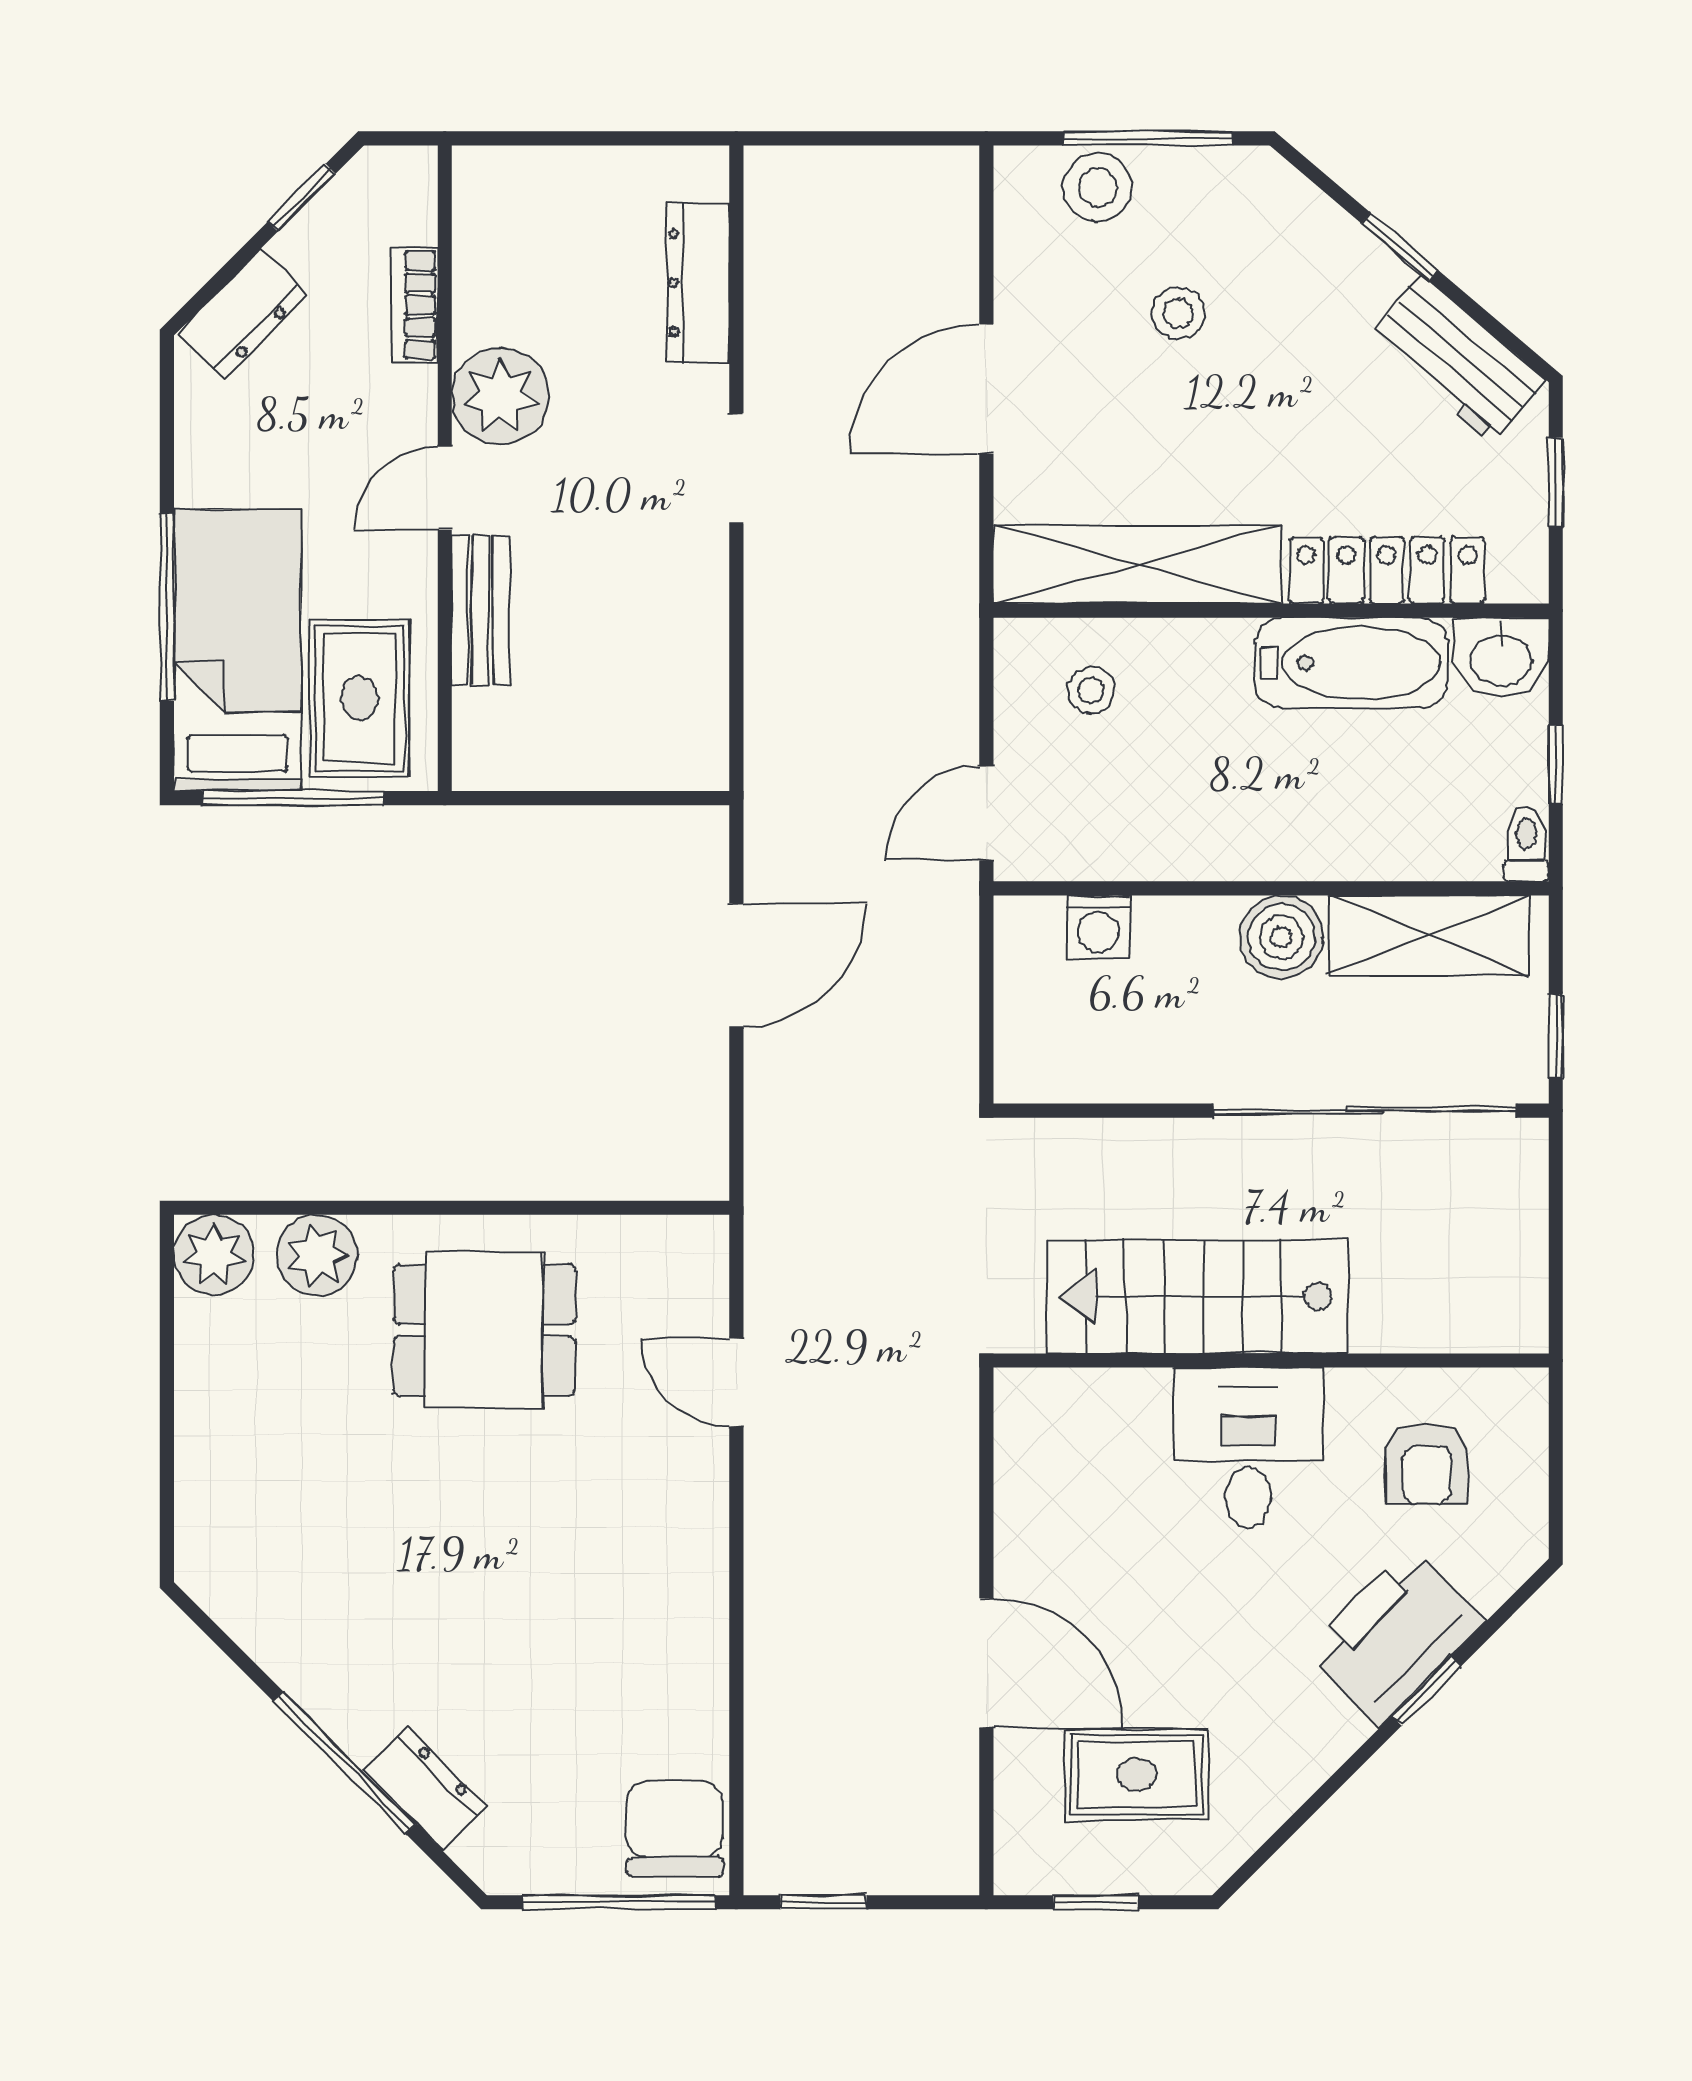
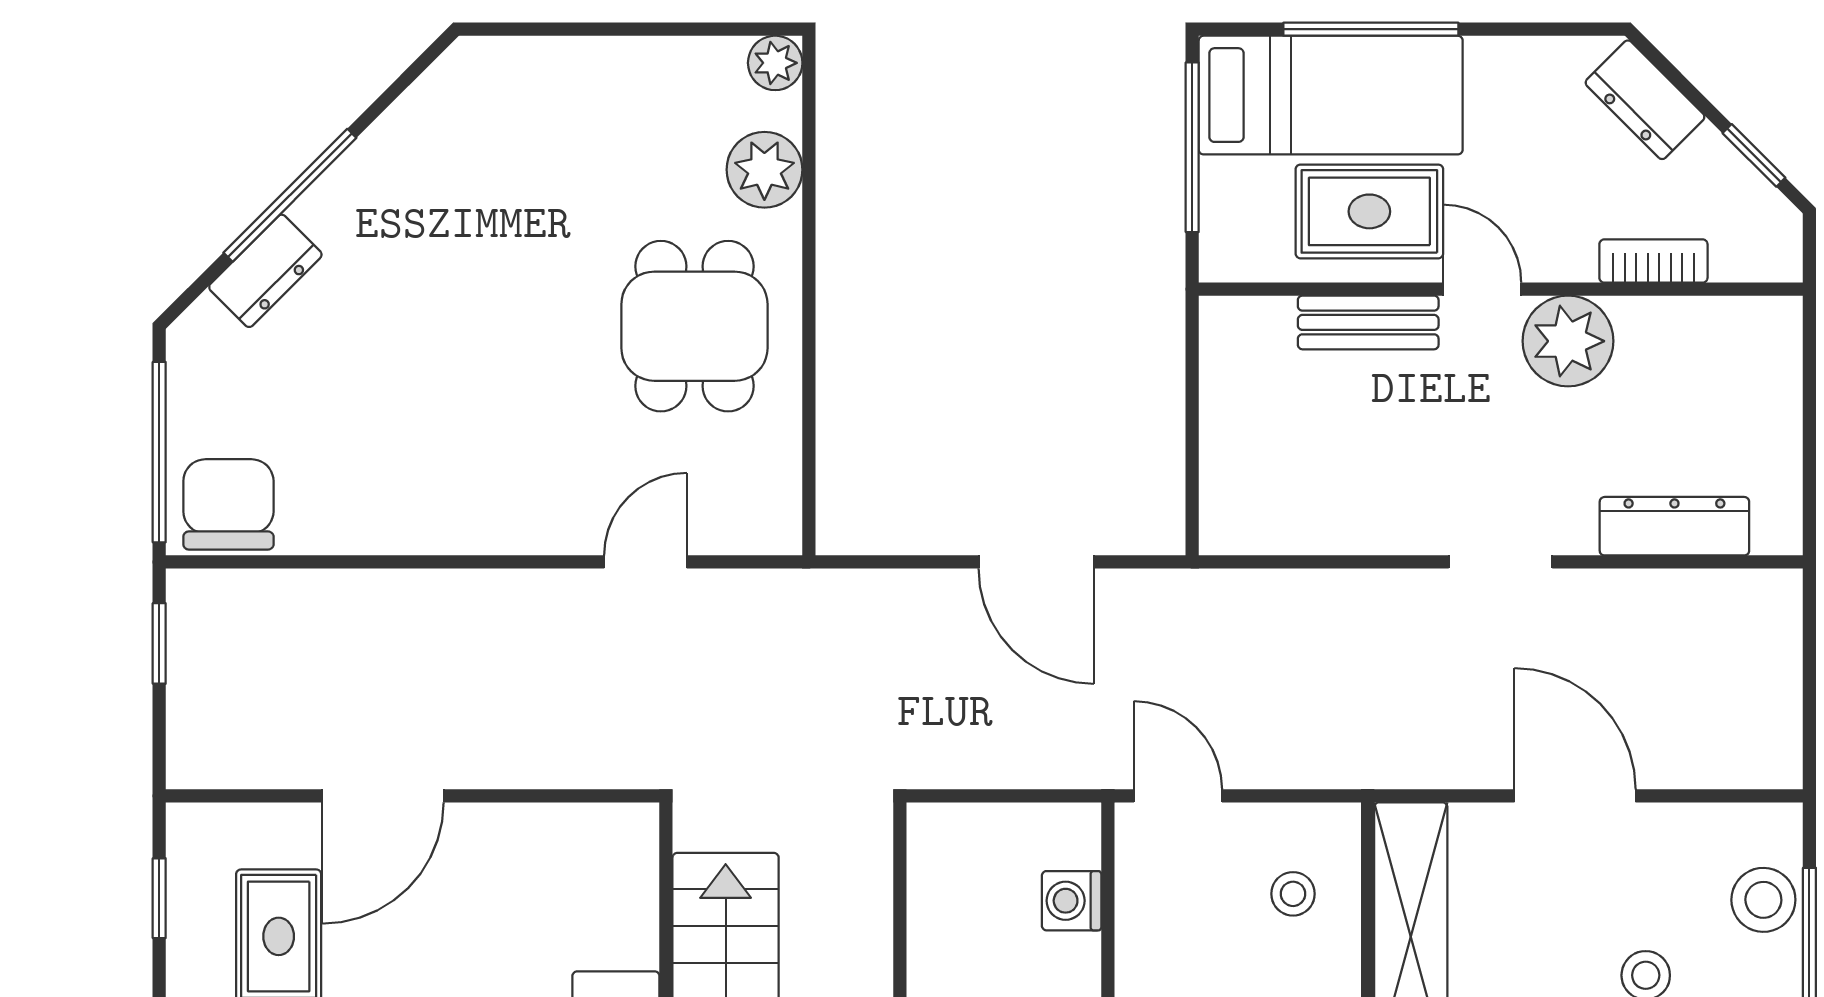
rug: (360, 698) -> (1369, 211), moved
plant: (214, 1255) -> (775, 63), width x0.73, depth x0.73
chair: (675, 1828) -> (228, 504), turned -90

